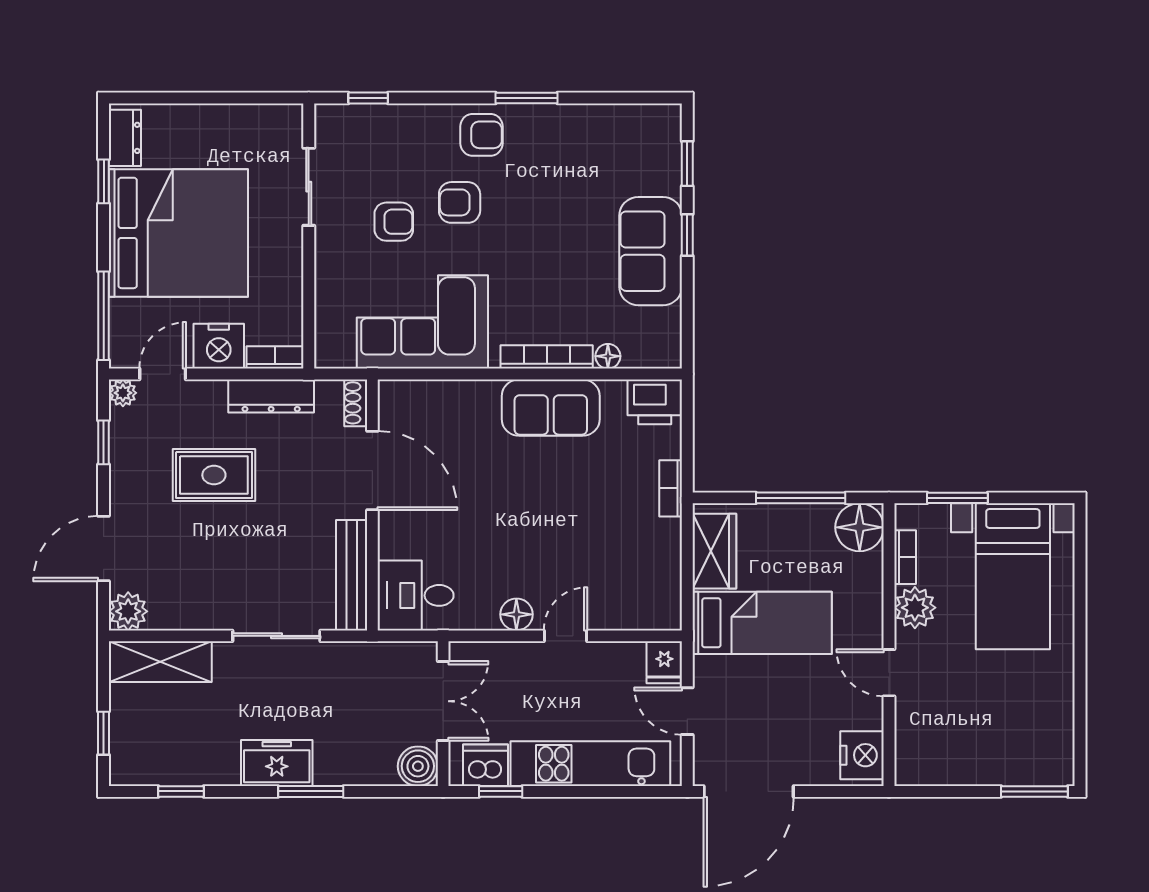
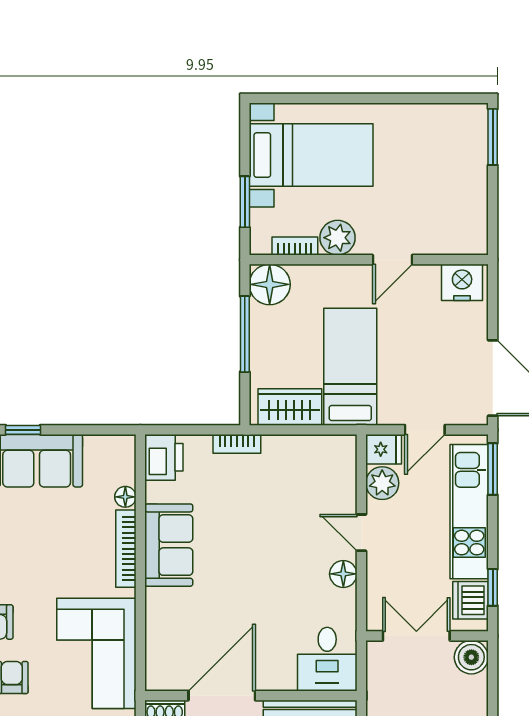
plant: (624, 661) -> (382, 483), added
window: (641, 791) -> (493, 469), added

